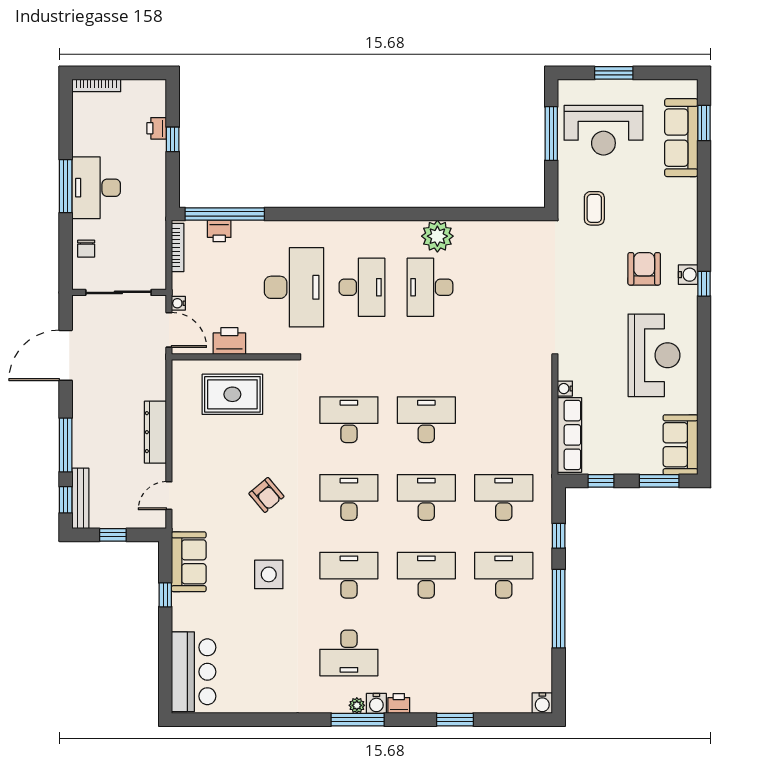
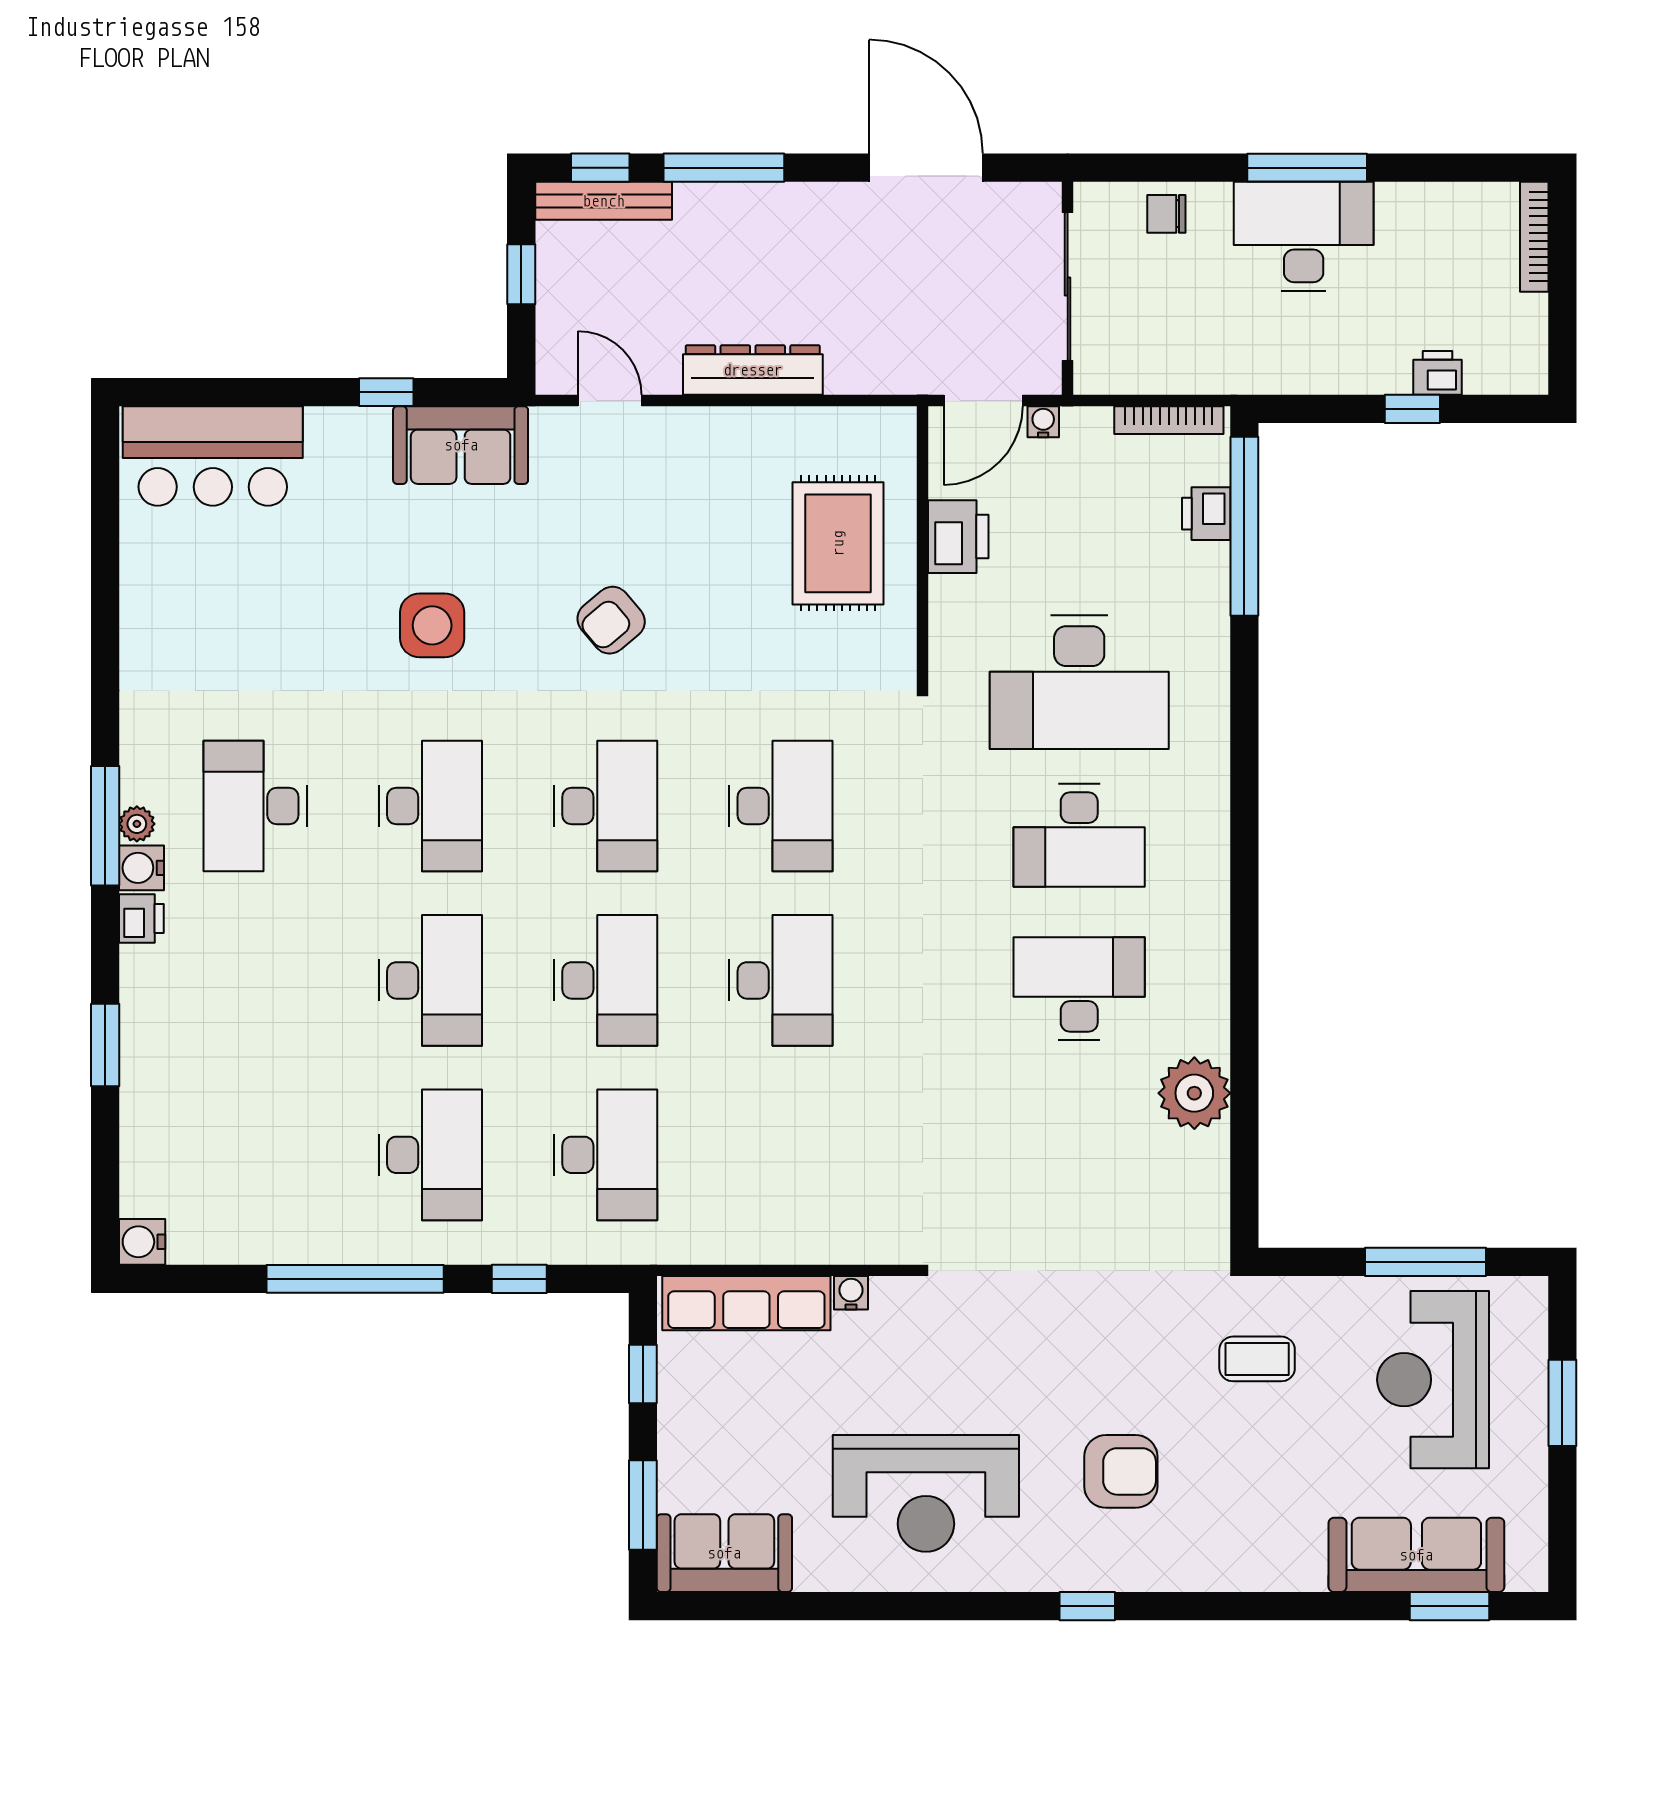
plant: (437, 236) -> (1194, 1093), moved
water cooler: (688, 275) -> (1108, 1570), removed

